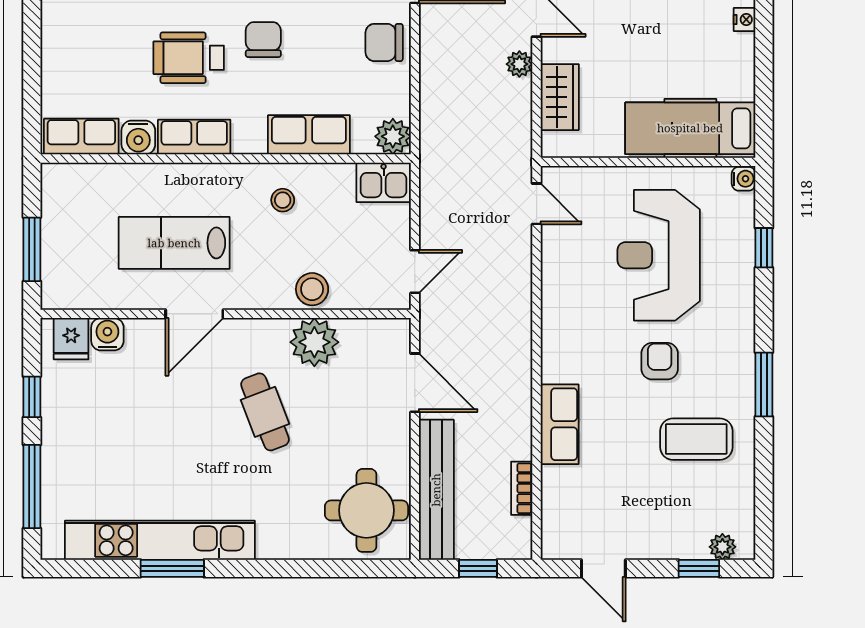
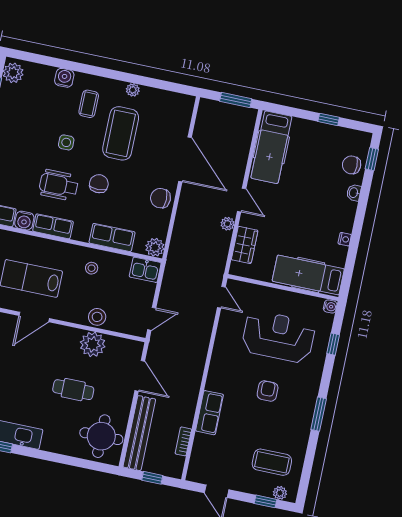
nightstand: (745, 19) -> (345, 239), moved
reception desk: (659, 255) -> (278, 337), turned 90
cafe table: (265, 412) -> (73, 390), moved, turned -69
coffee table: (696, 439) -> (272, 462), moved

